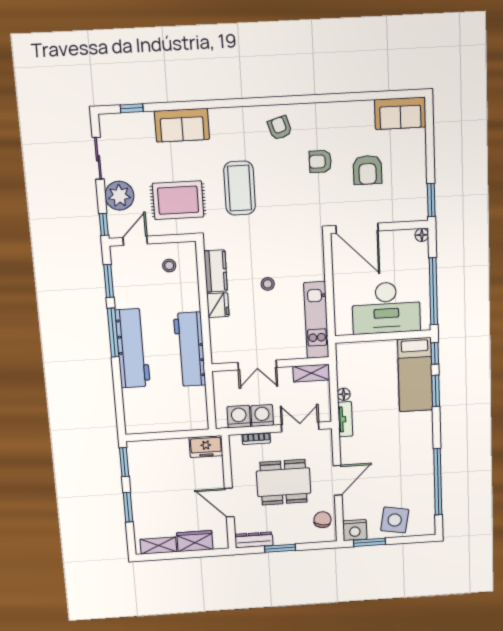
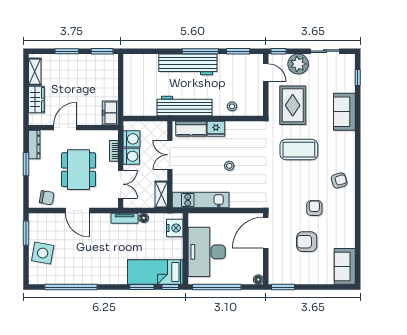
stool: (169, 266) -> (232, 106), moved
kitchen counter: (216, 271) -> (191, 129), moved
nightstand: (355, 530) -> (175, 228), moved, turned 180

